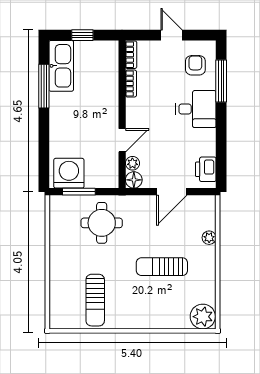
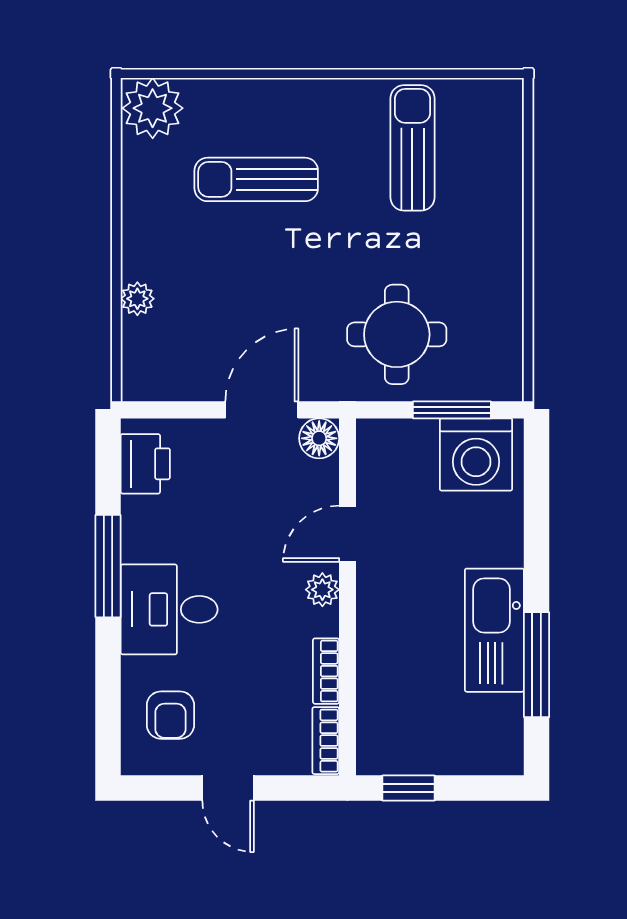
window: (82, 35) -> (409, 788), moved
kitchen sink: (61, 66) -> (494, 630), moved
window: (221, 81) -> (108, 566), moved
plant: (132, 163) -> (322, 590), moved
door: (172, 192) -> (262, 410), moved
sun lounger: (162, 267) -> (256, 179), moved, turned 180

